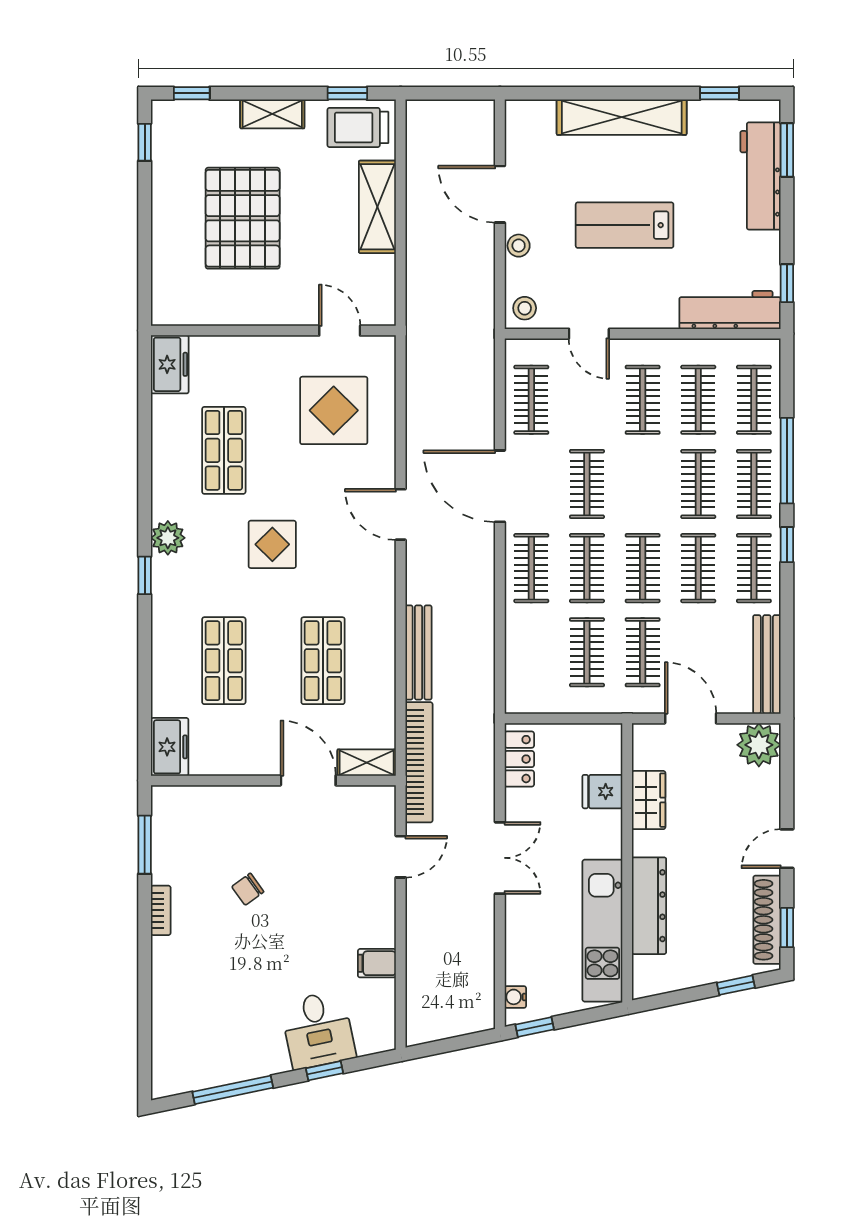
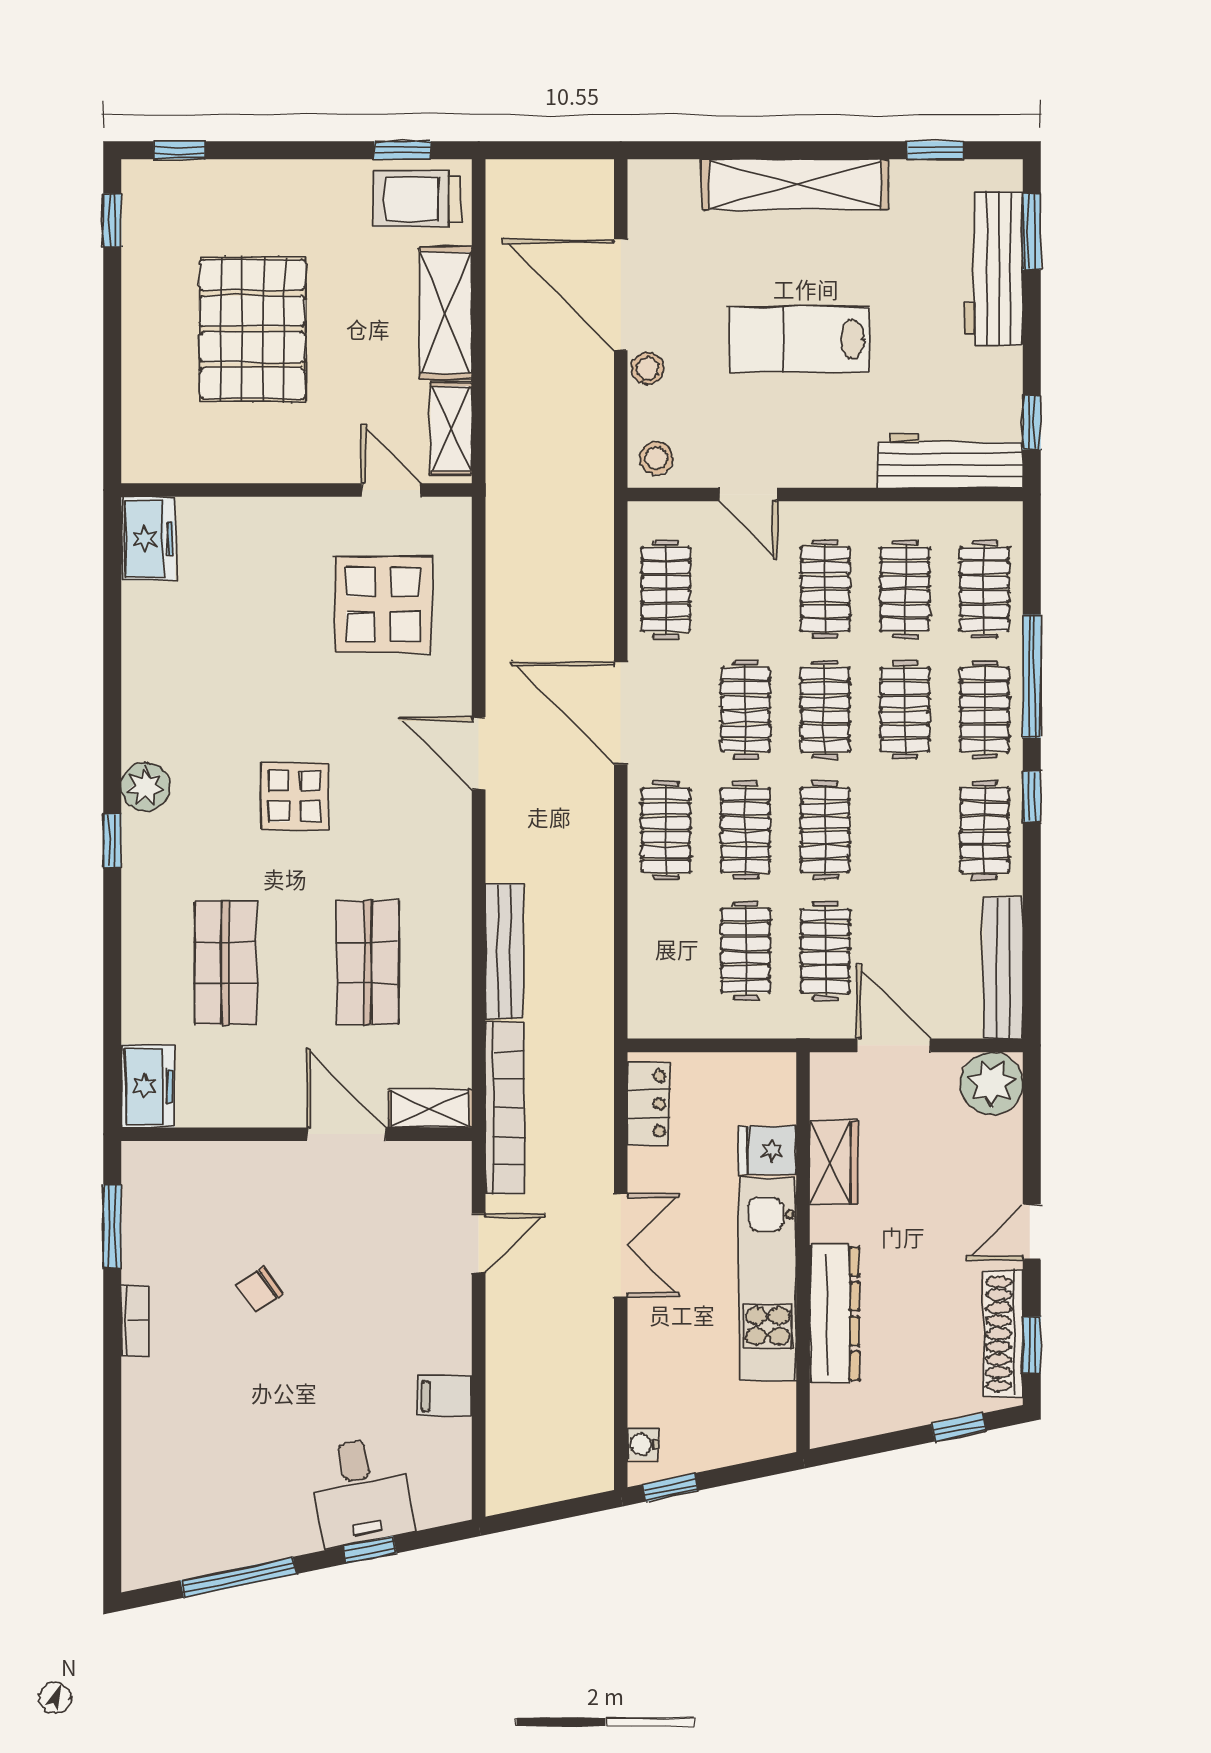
shelving: (272, 114) -> (451, 429), moved, turned 90
door: (500, 194) -> (621, 295), width x1.36
shop shelf: (224, 450) -> (226, 662), removed
clothes rail: (698, 568) -> (825, 710), moved
kitchen unit: (602, 931) -> (768, 1279), moved

